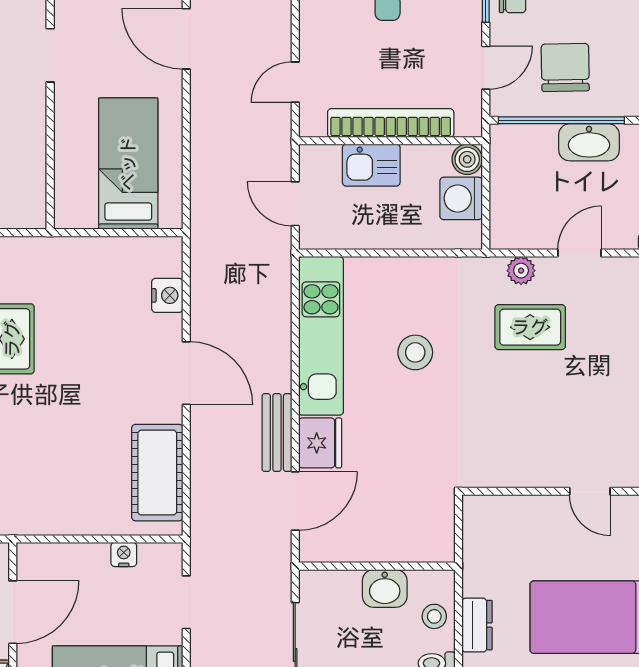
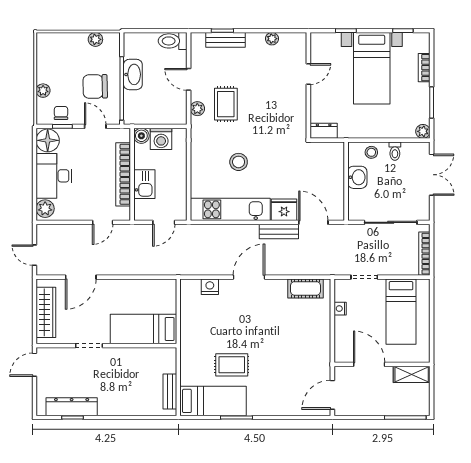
door: (295, 82) -> (103, 222), hinge flipped
bed: (128, 164) -> (144, 329), moved
cot: (157, 473) -> (306, 288), width x0.73, depth x0.75
dresser: (477, 625) -> (324, 131), moved

